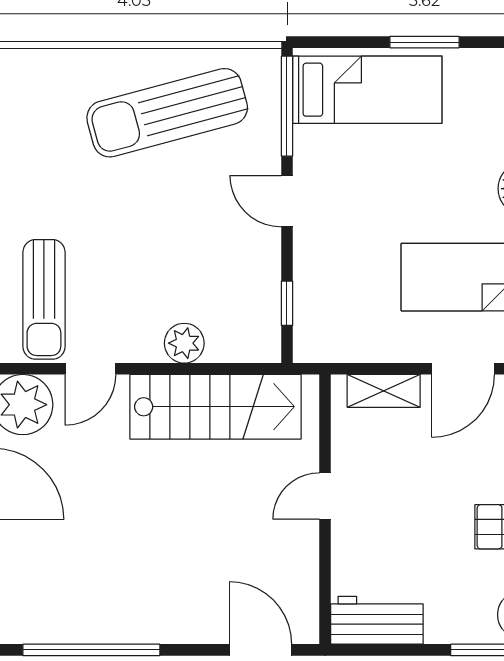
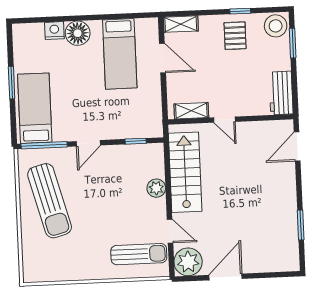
shelving: (384, 391) -> (191, 111), moved, turned 90
window: (91, 650) -> (301, 225), width x0.47

